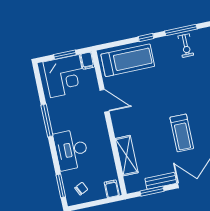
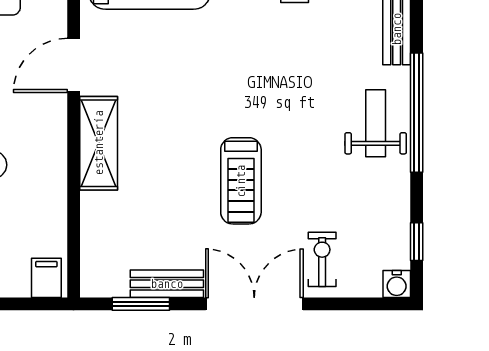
door: (104, 101) -> (74, 65), swing flipped
shelving: (127, 156) -> (99, 143), moved

